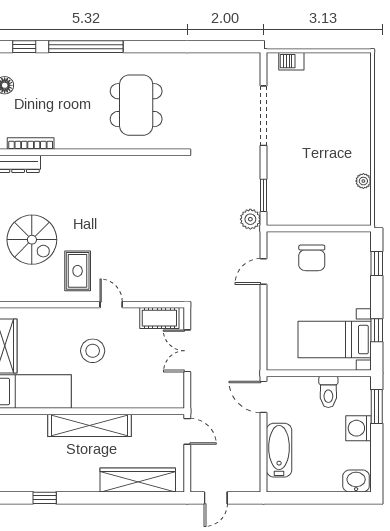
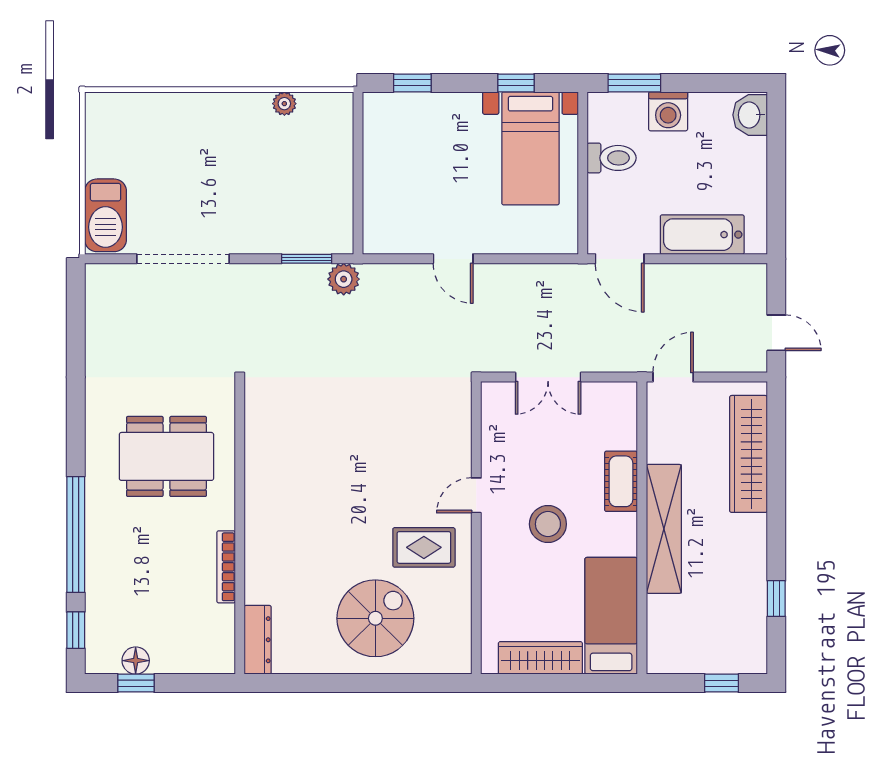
barbecue: (291, 61) -> (106, 215), width x1.88, depth x1.53
bookcase: (31, 143) -> (226, 567), moved
chair: (312, 258) -> (404, 184), removed
door: (263, 271) -> (453, 259), moved
cot: (159, 318) -> (621, 481), moved
door: (263, 397) -> (620, 259), hinge flipped

